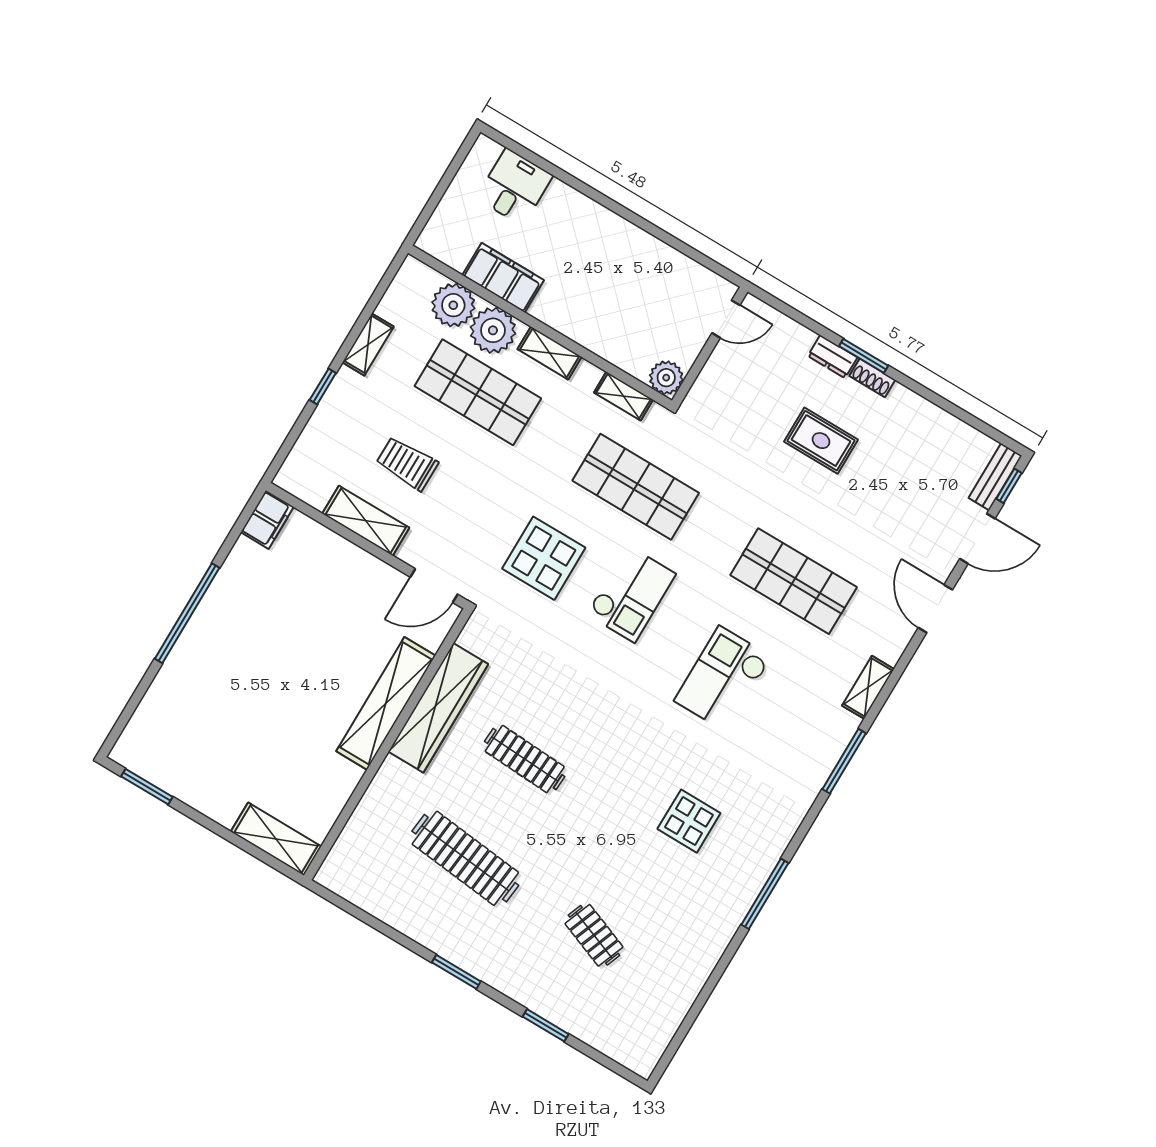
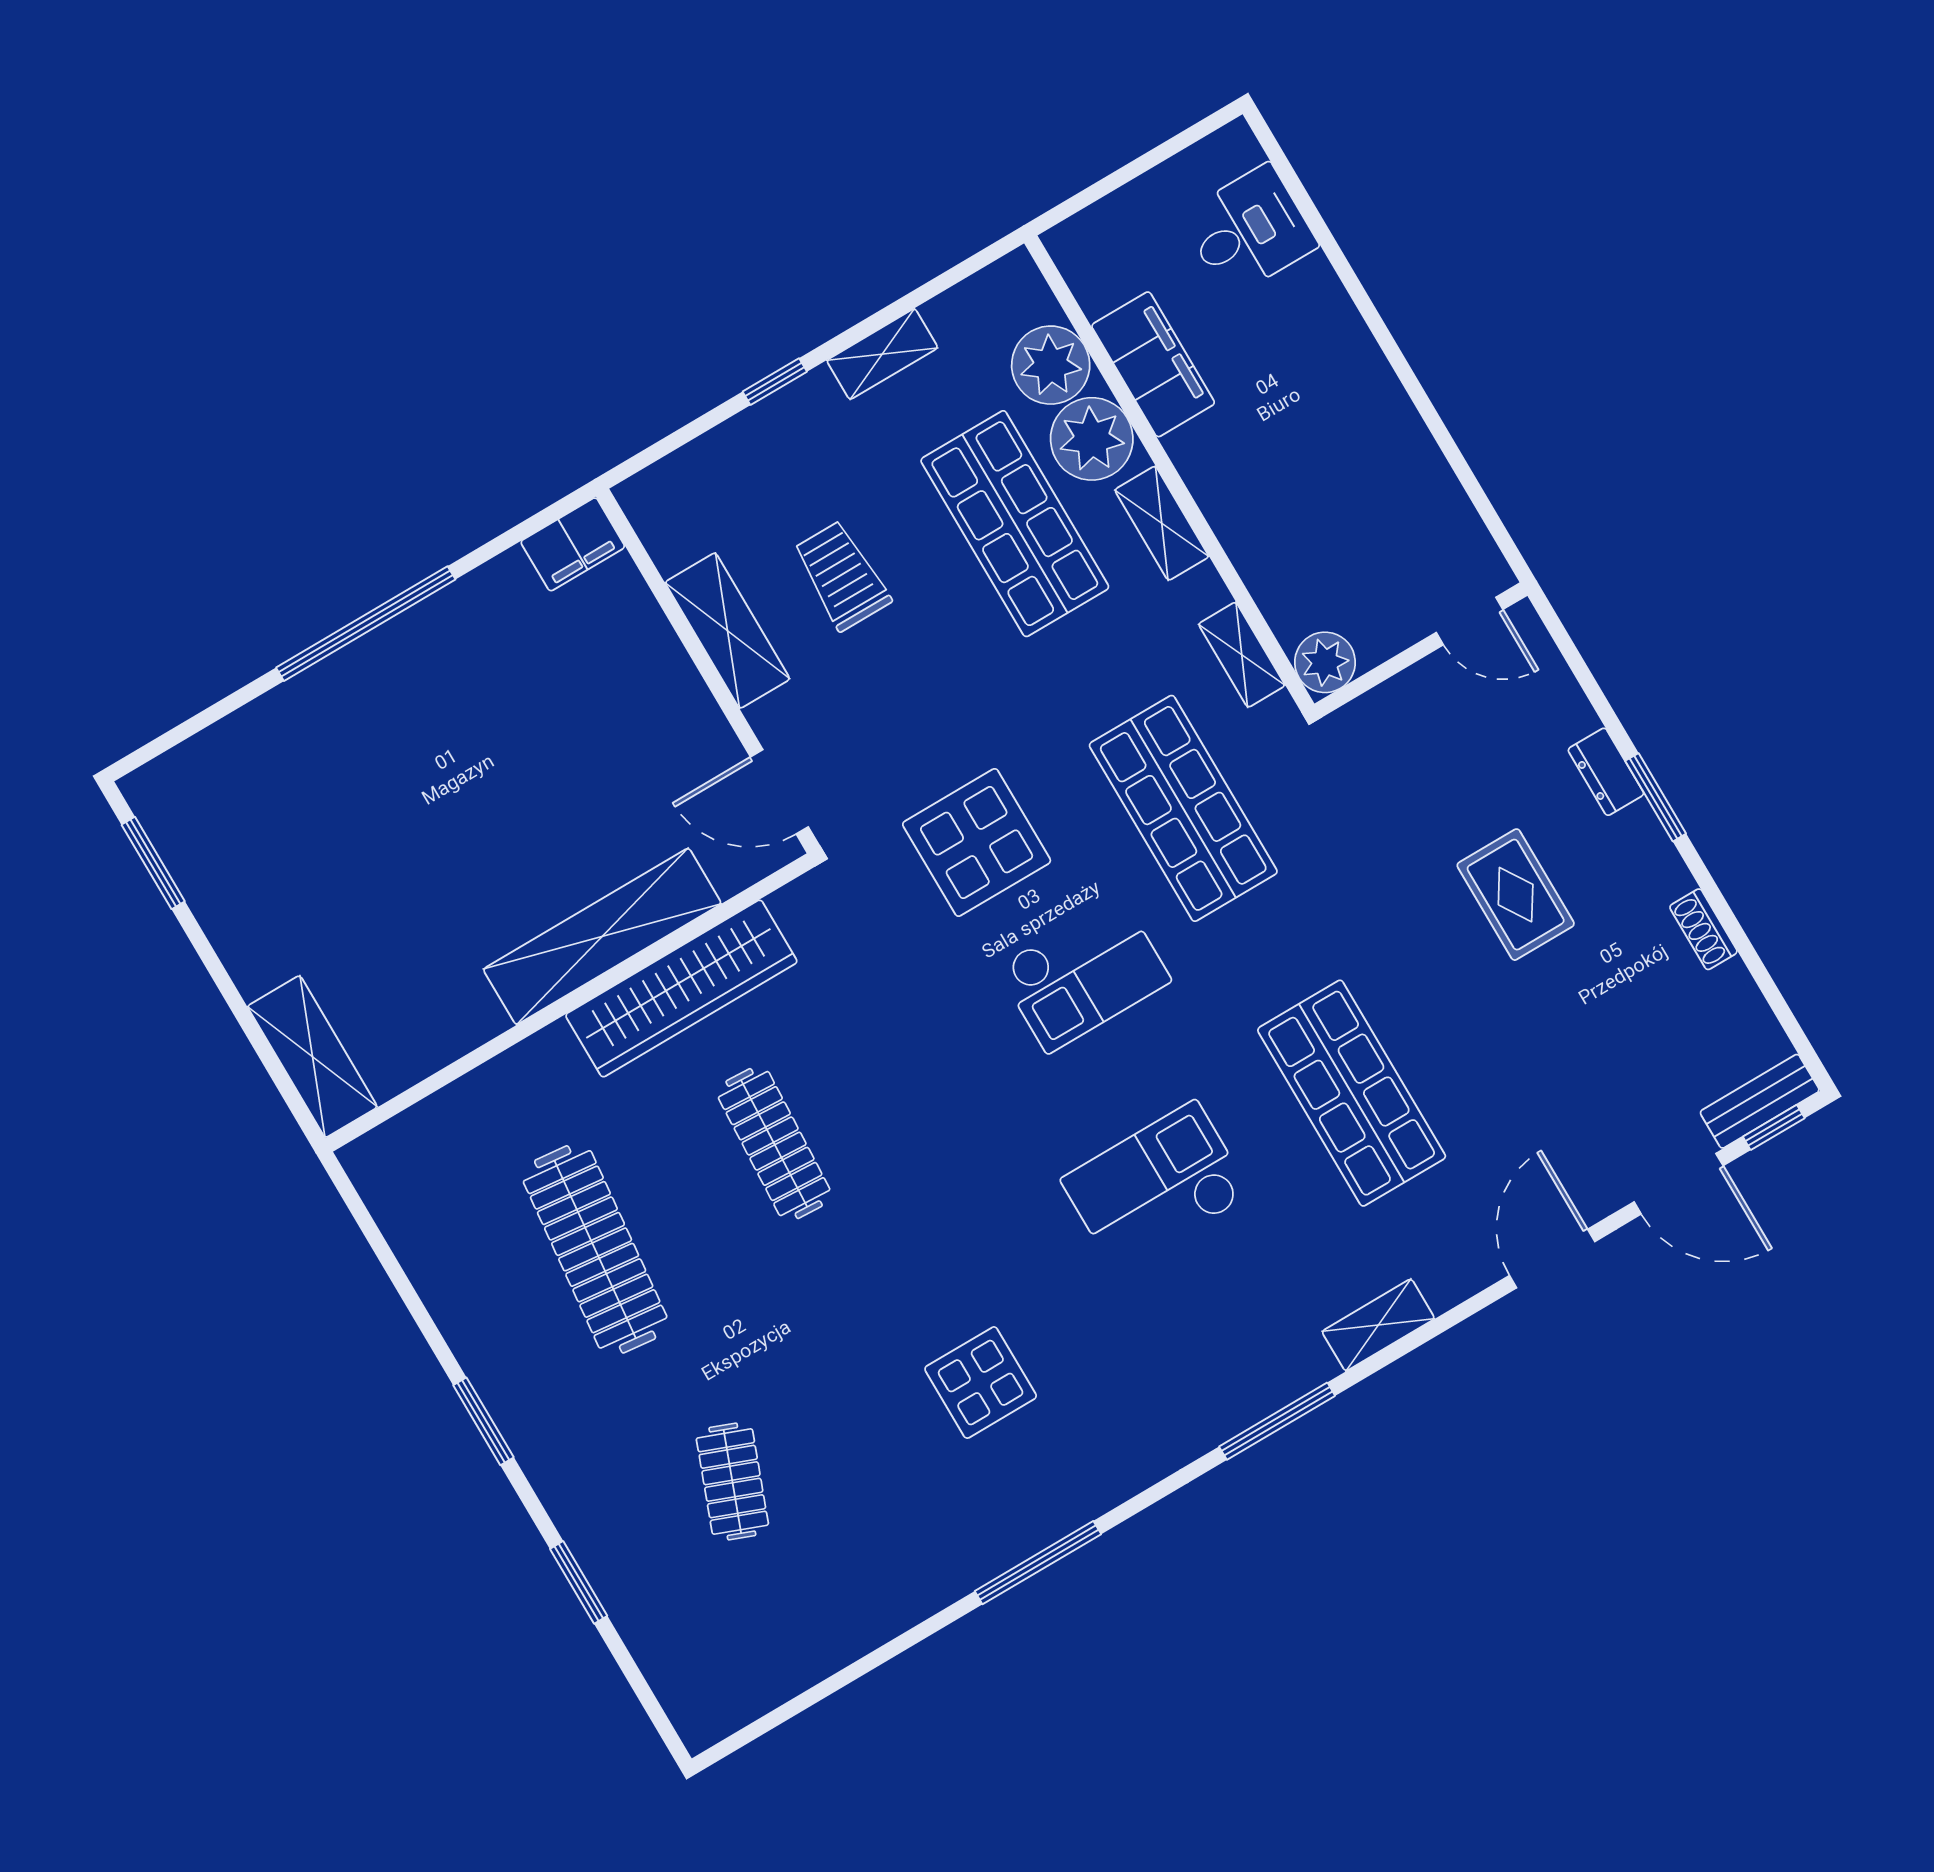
shoe rack: (872, 378) -> (1703, 929), moved

